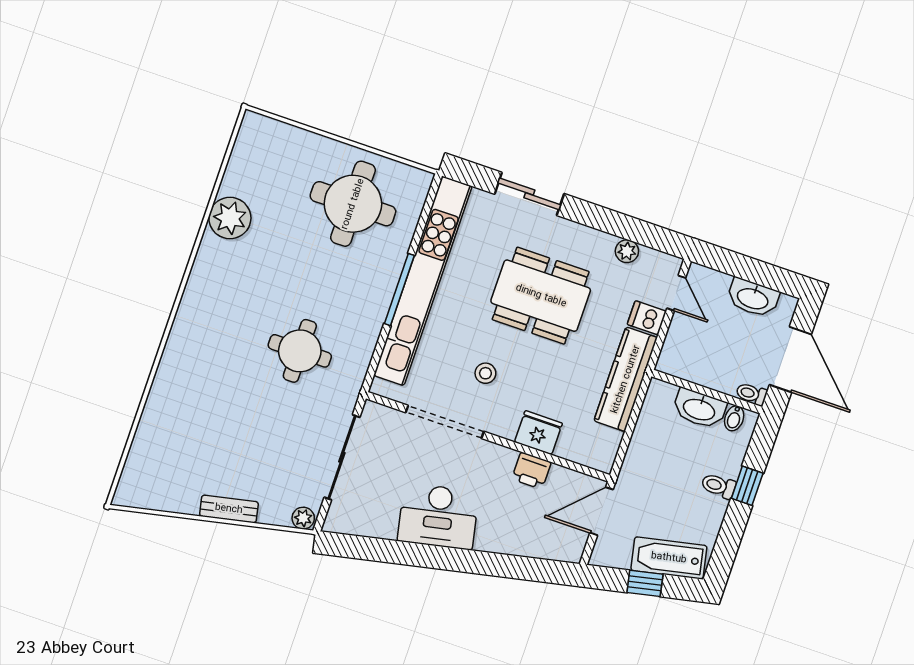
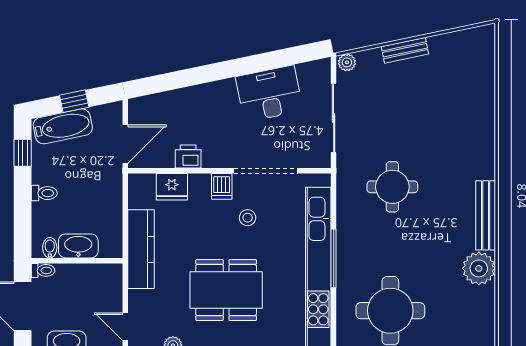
bench: (200, 279) -> (486, 215), added
dishwasher: (647, 318) -> (222, 186), moved, turned 90
fridge: (538, 433) -> (172, 187), moved
window: (747, 486) -> (23, 153), moved
desk: (438, 516) -> (269, 94), moved

